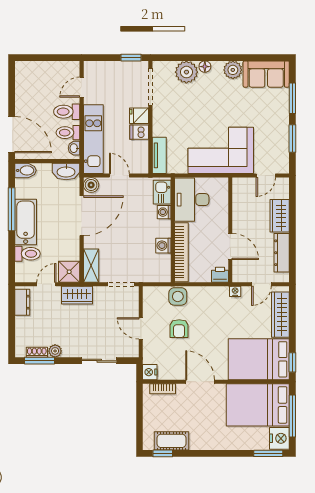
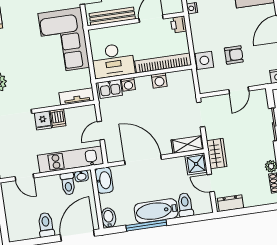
toilet: (67, 112) -> (46, 225), moved, turned 180
boiler: (91, 185) -> (113, 155), removed
bench: (239, 206) -> (112, 16), added

